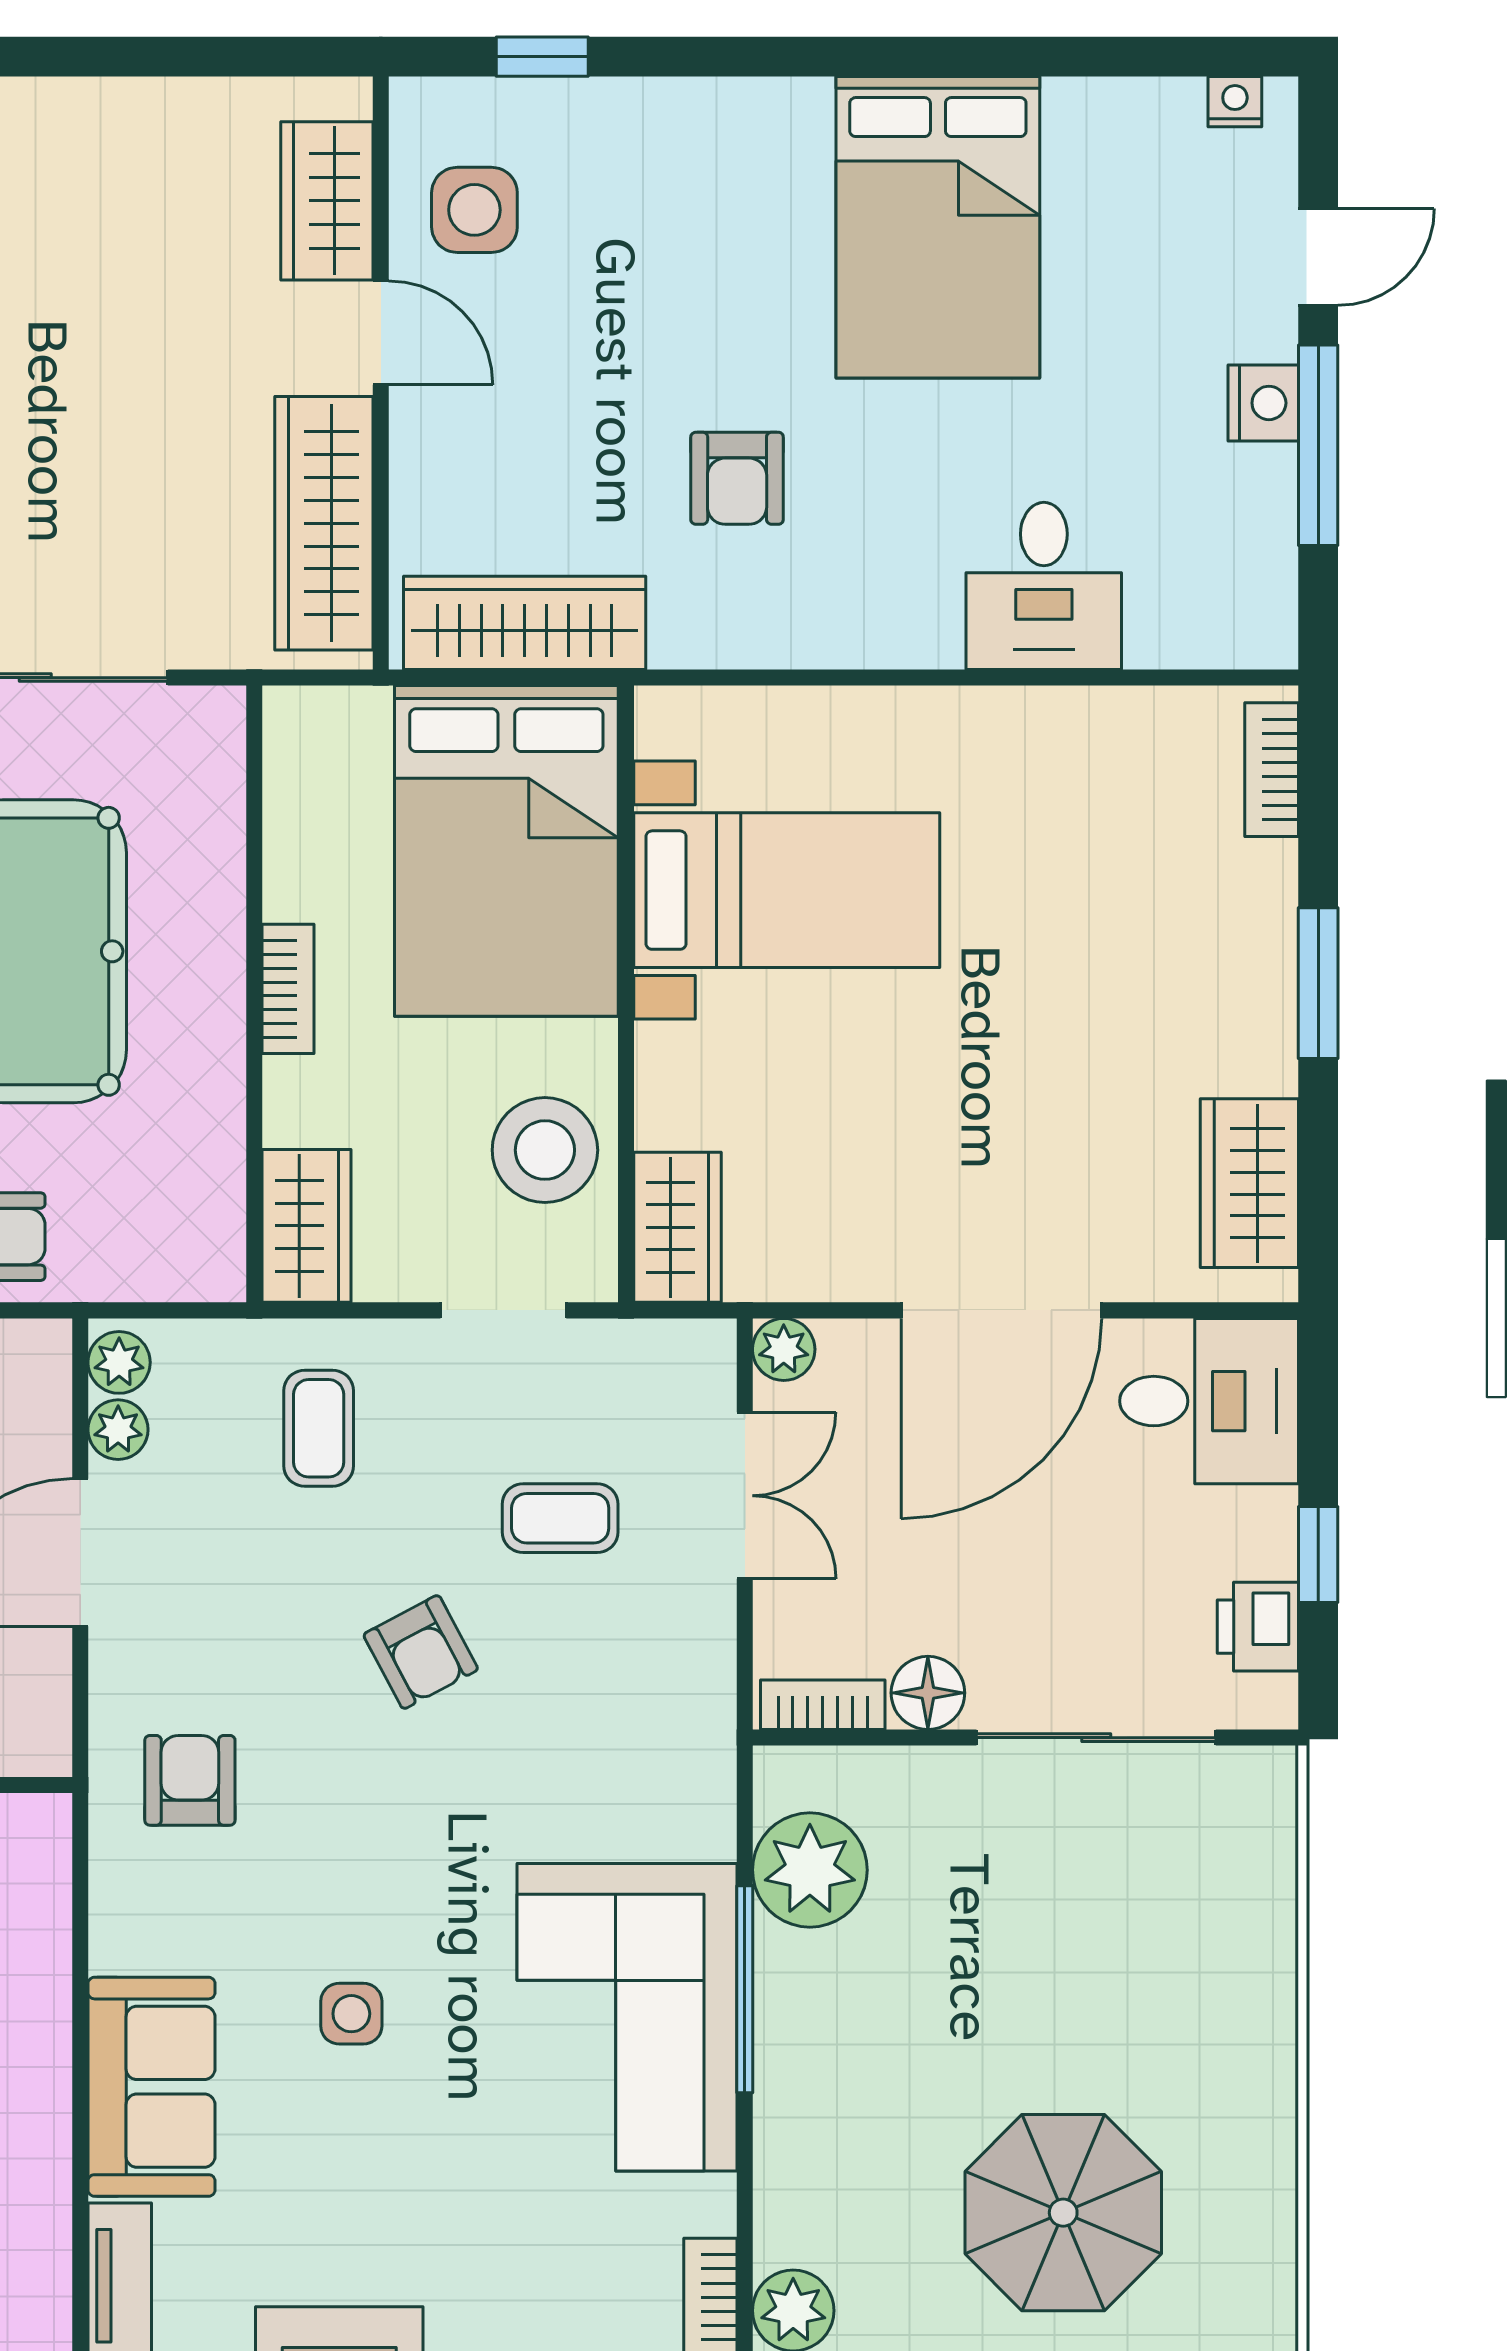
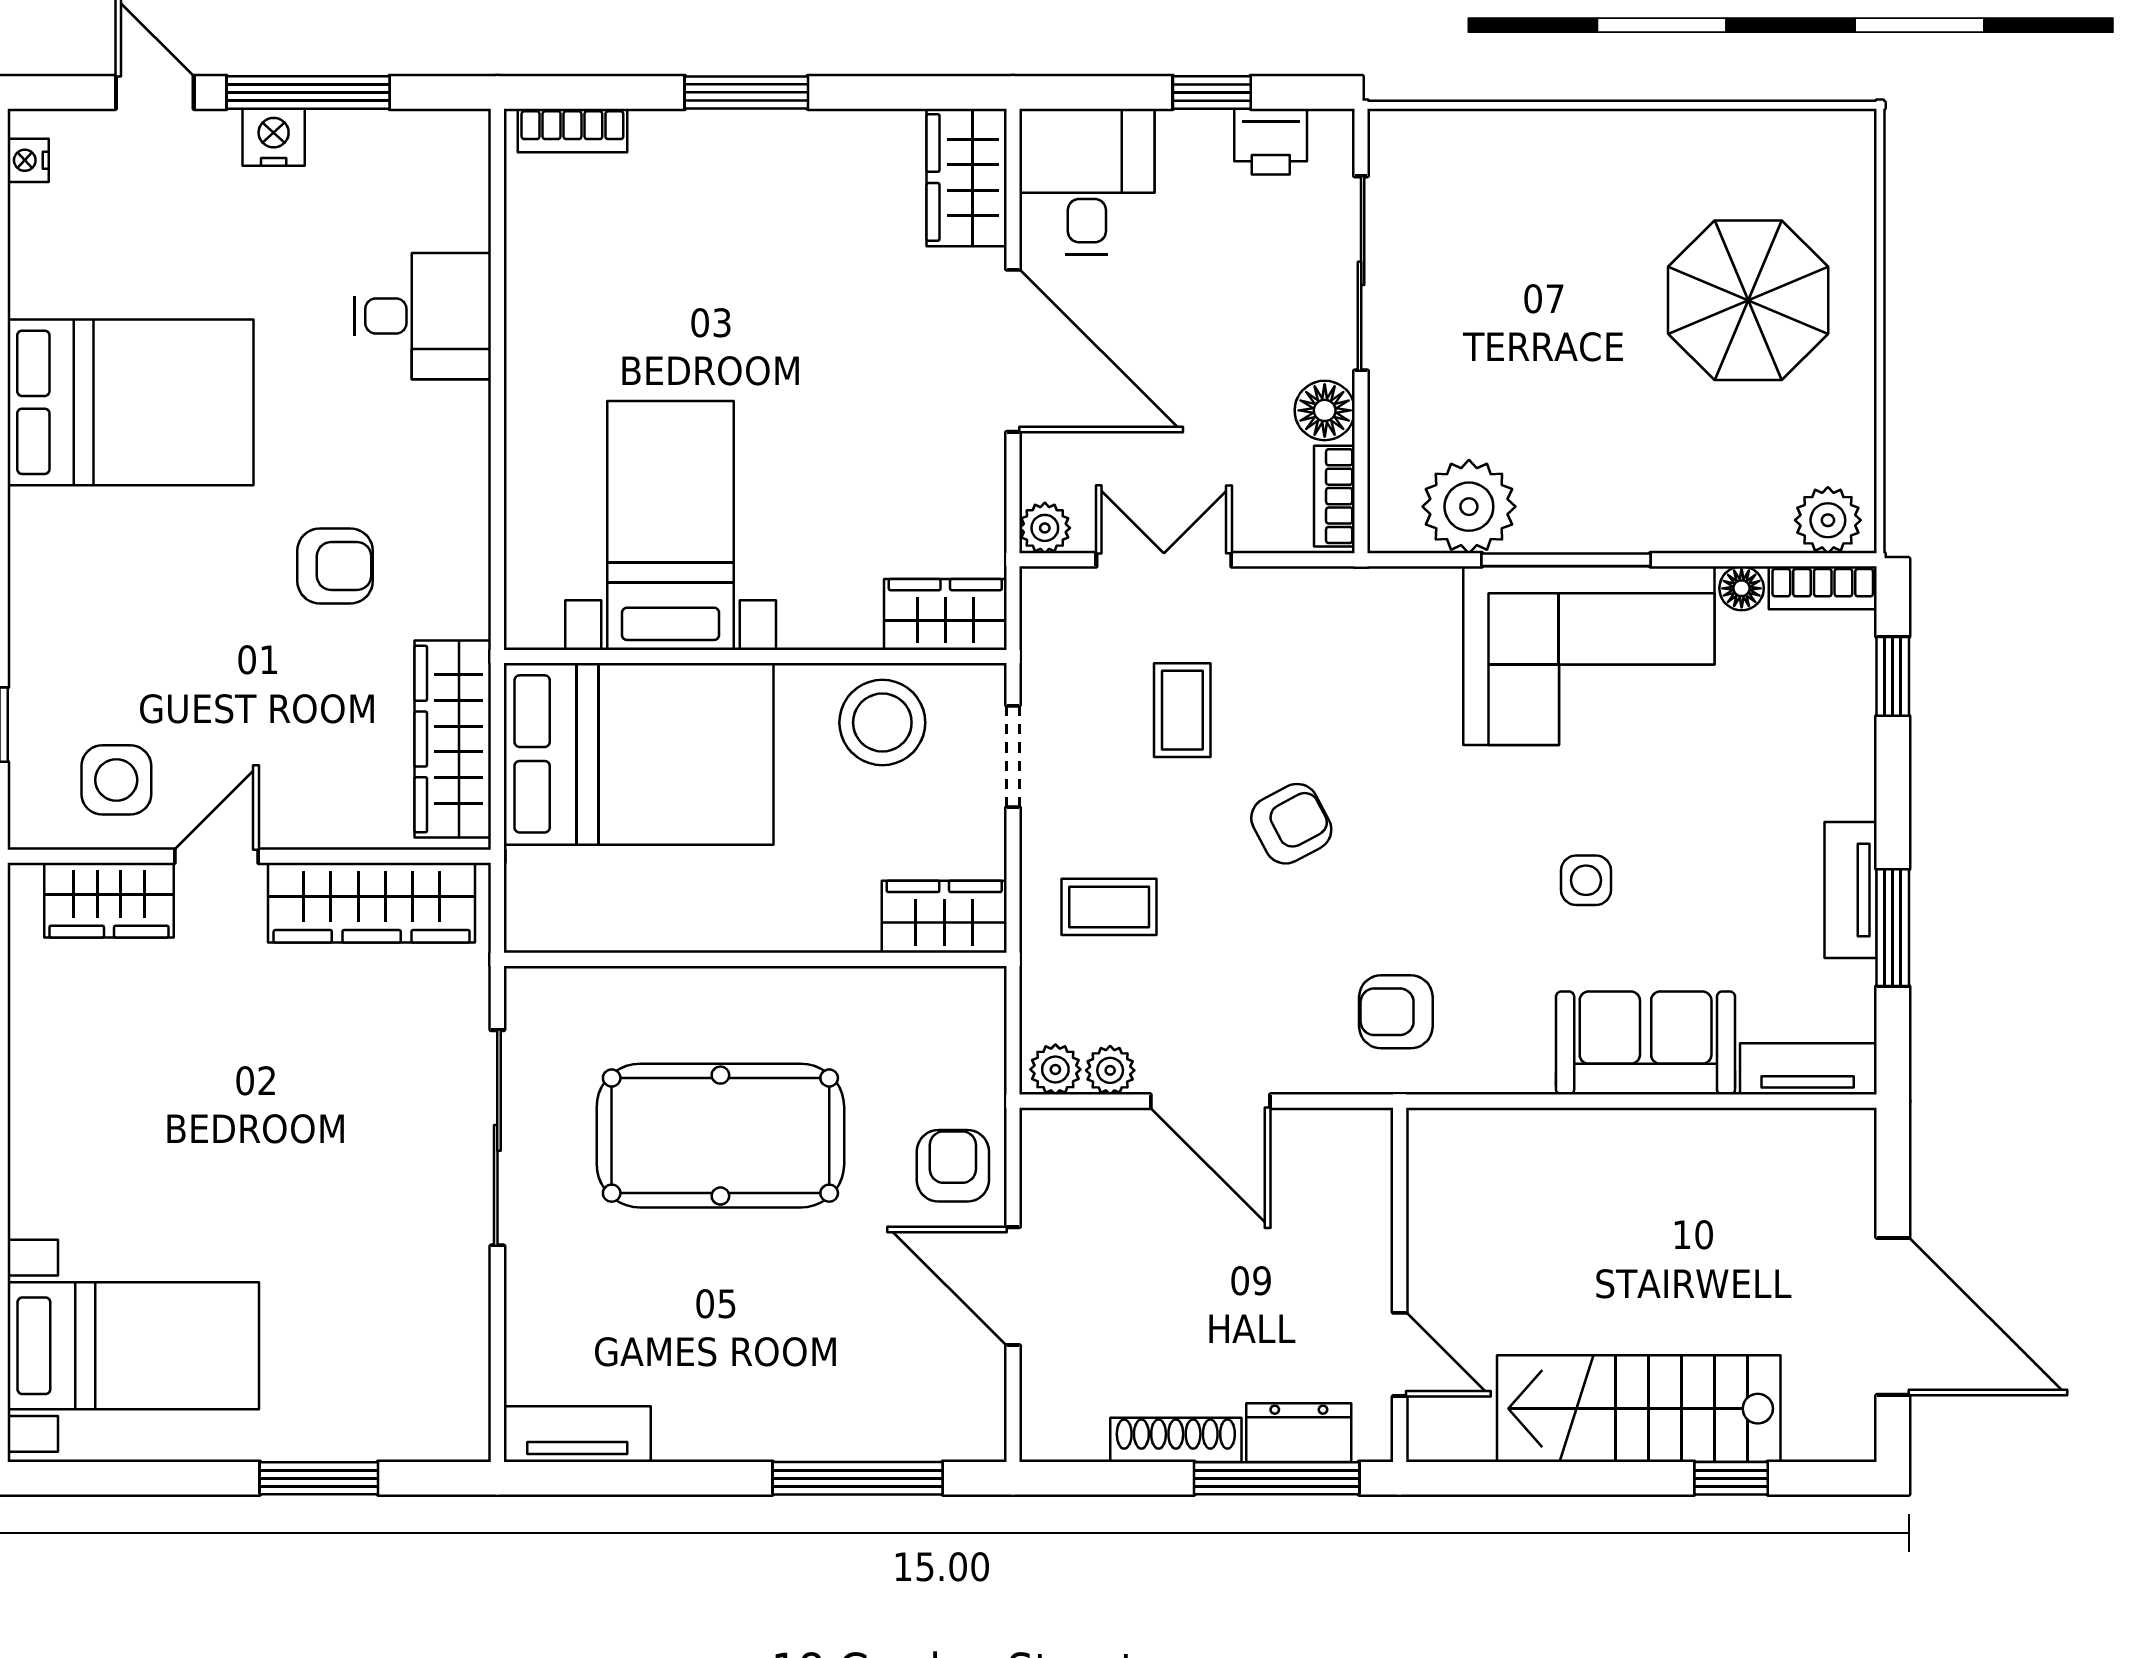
bookcase: (288, 989) -> (751, 932), removed
wardrobe: (1249, 1183) -> (967, 177), moved, turned 90
floor lamp: (710, 2205) -> (1742, 588), added

